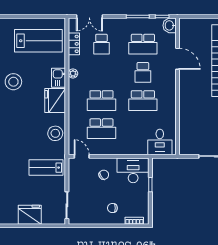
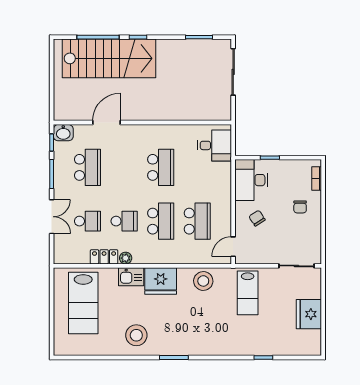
double door: (89, 16) -> (52, 217), moved
lab bench: (38, 41) -> (83, 303), turned 180
locker: (74, 44) -> (104, 257), moved
school desk: (143, 72) -> (124, 221), moved

